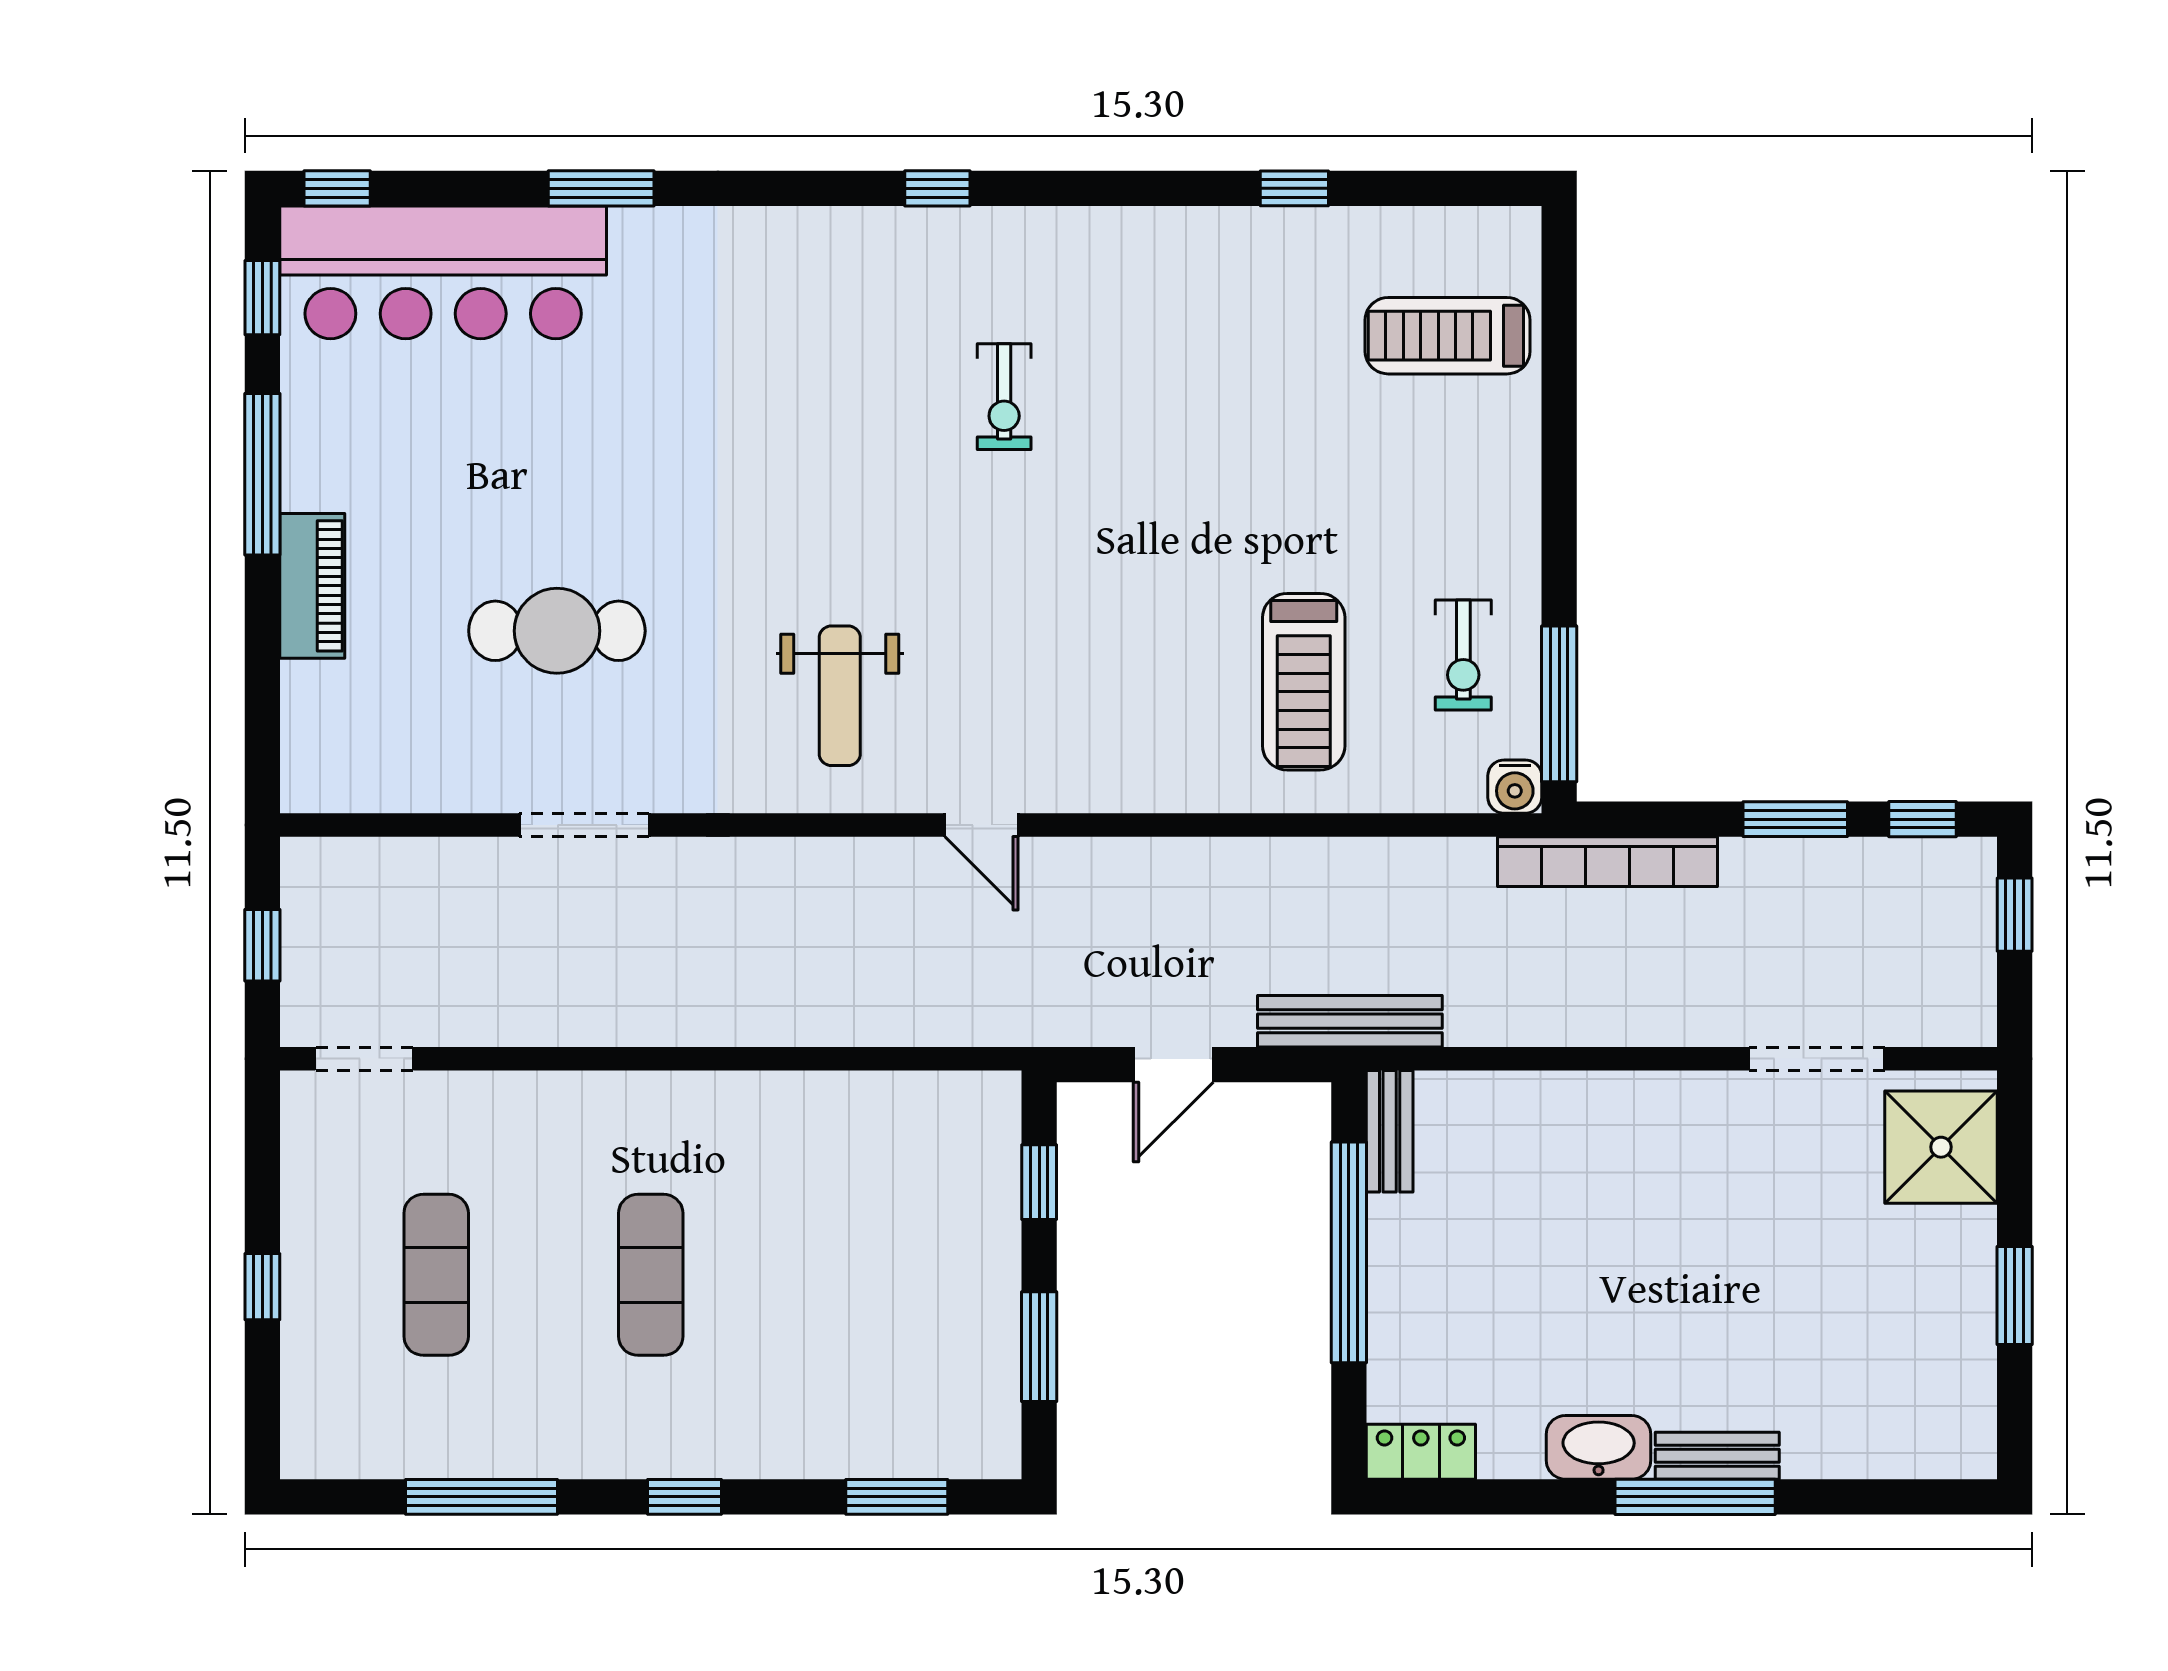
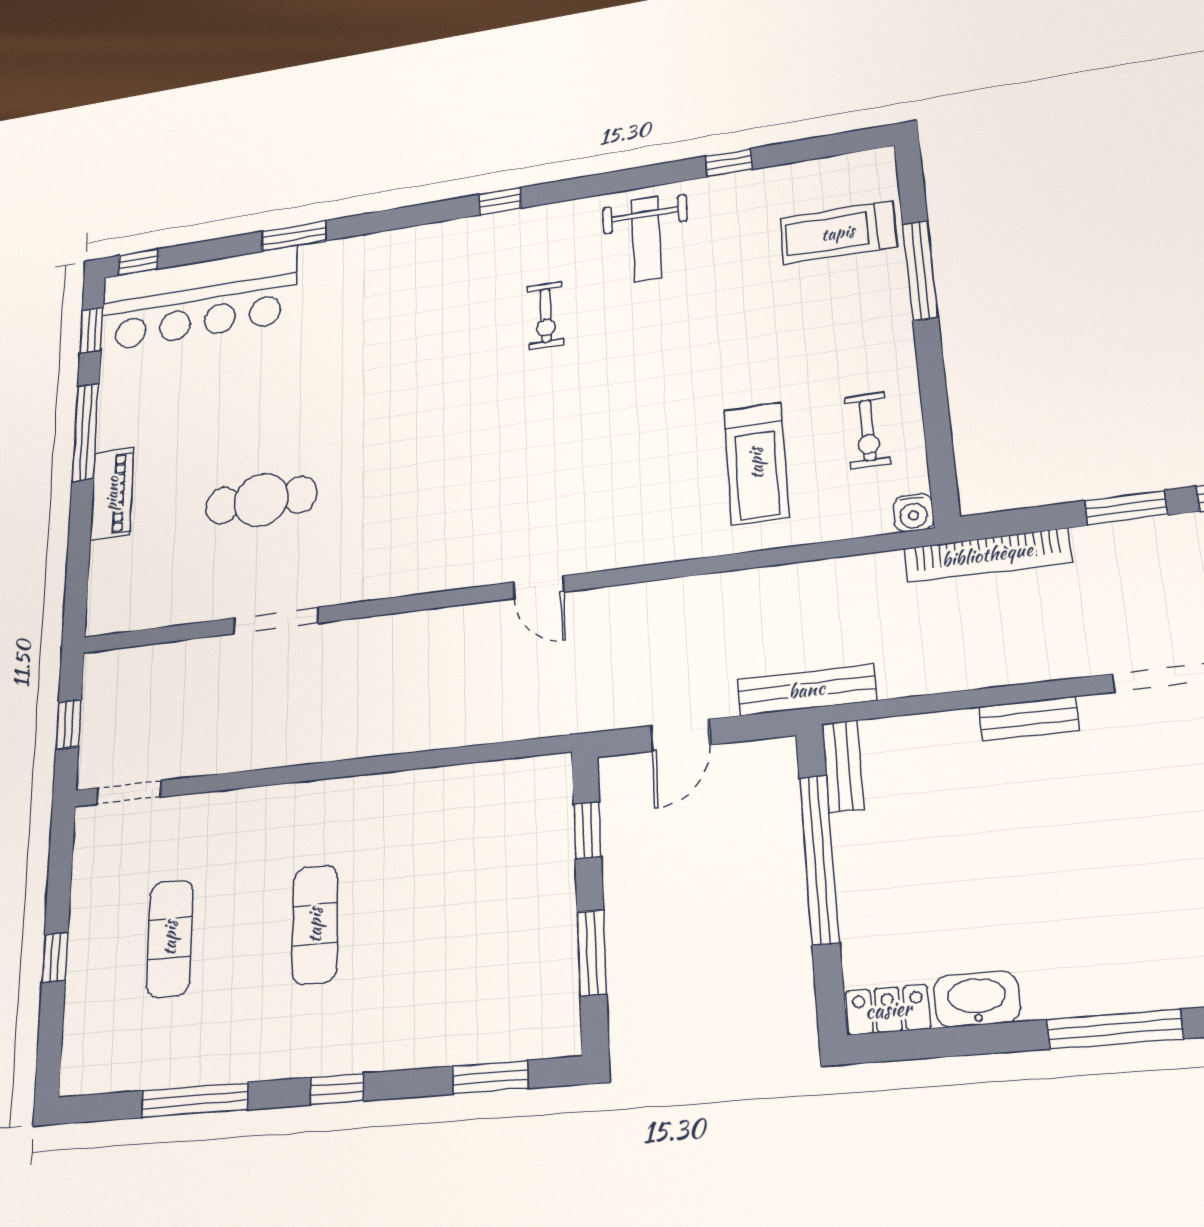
weight bench: (840, 696) -> (646, 239), moved
window: (1559, 704) -> (920, 270), moved
washbasin: (1599, 1447) -> (977, 999), moved
bench: (1717, 1456) -> (1029, 719), moved

